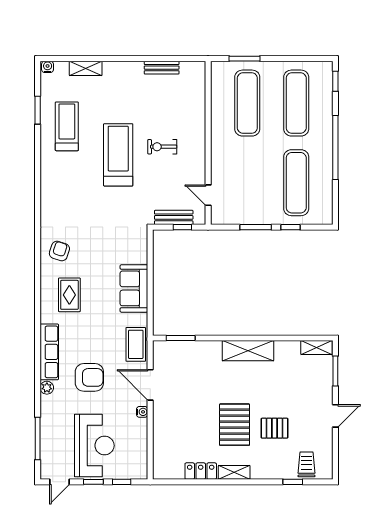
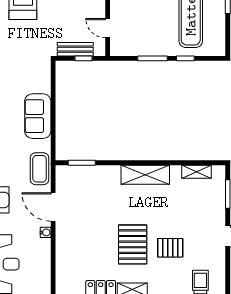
shelving: (317, 348) -> (197, 172), moved

